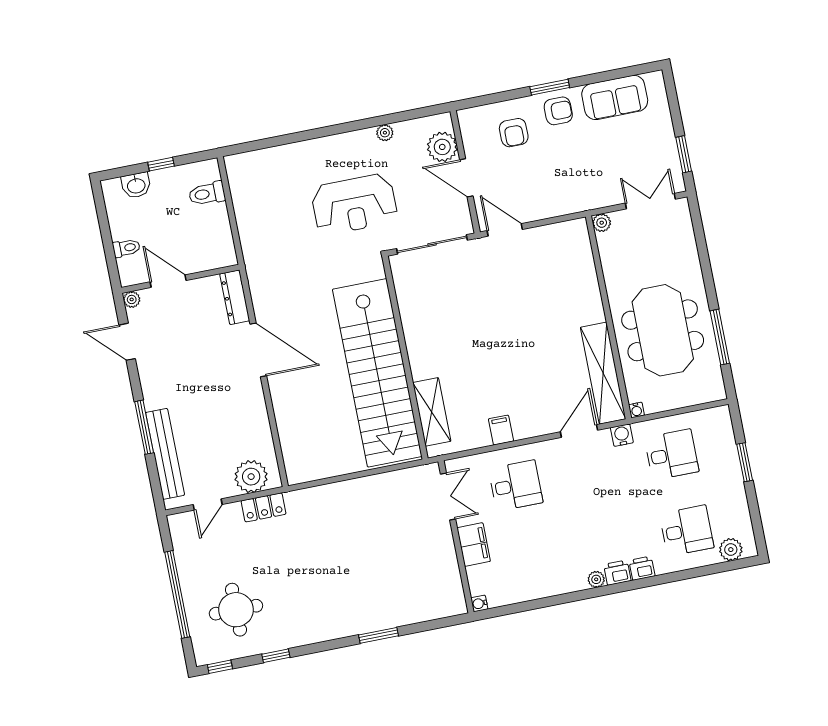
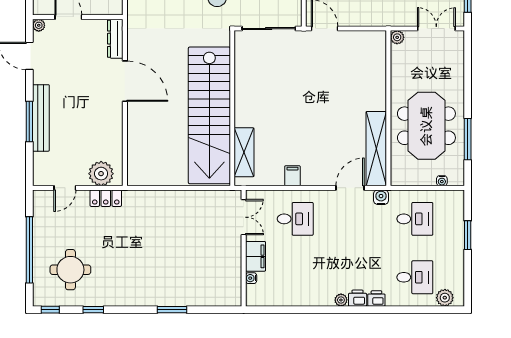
water cooler: (636, 410) -> (442, 181), moved
bench: (165, 454) -> (41, 118), moved
water cooler: (479, 603) -> (251, 278), moved

